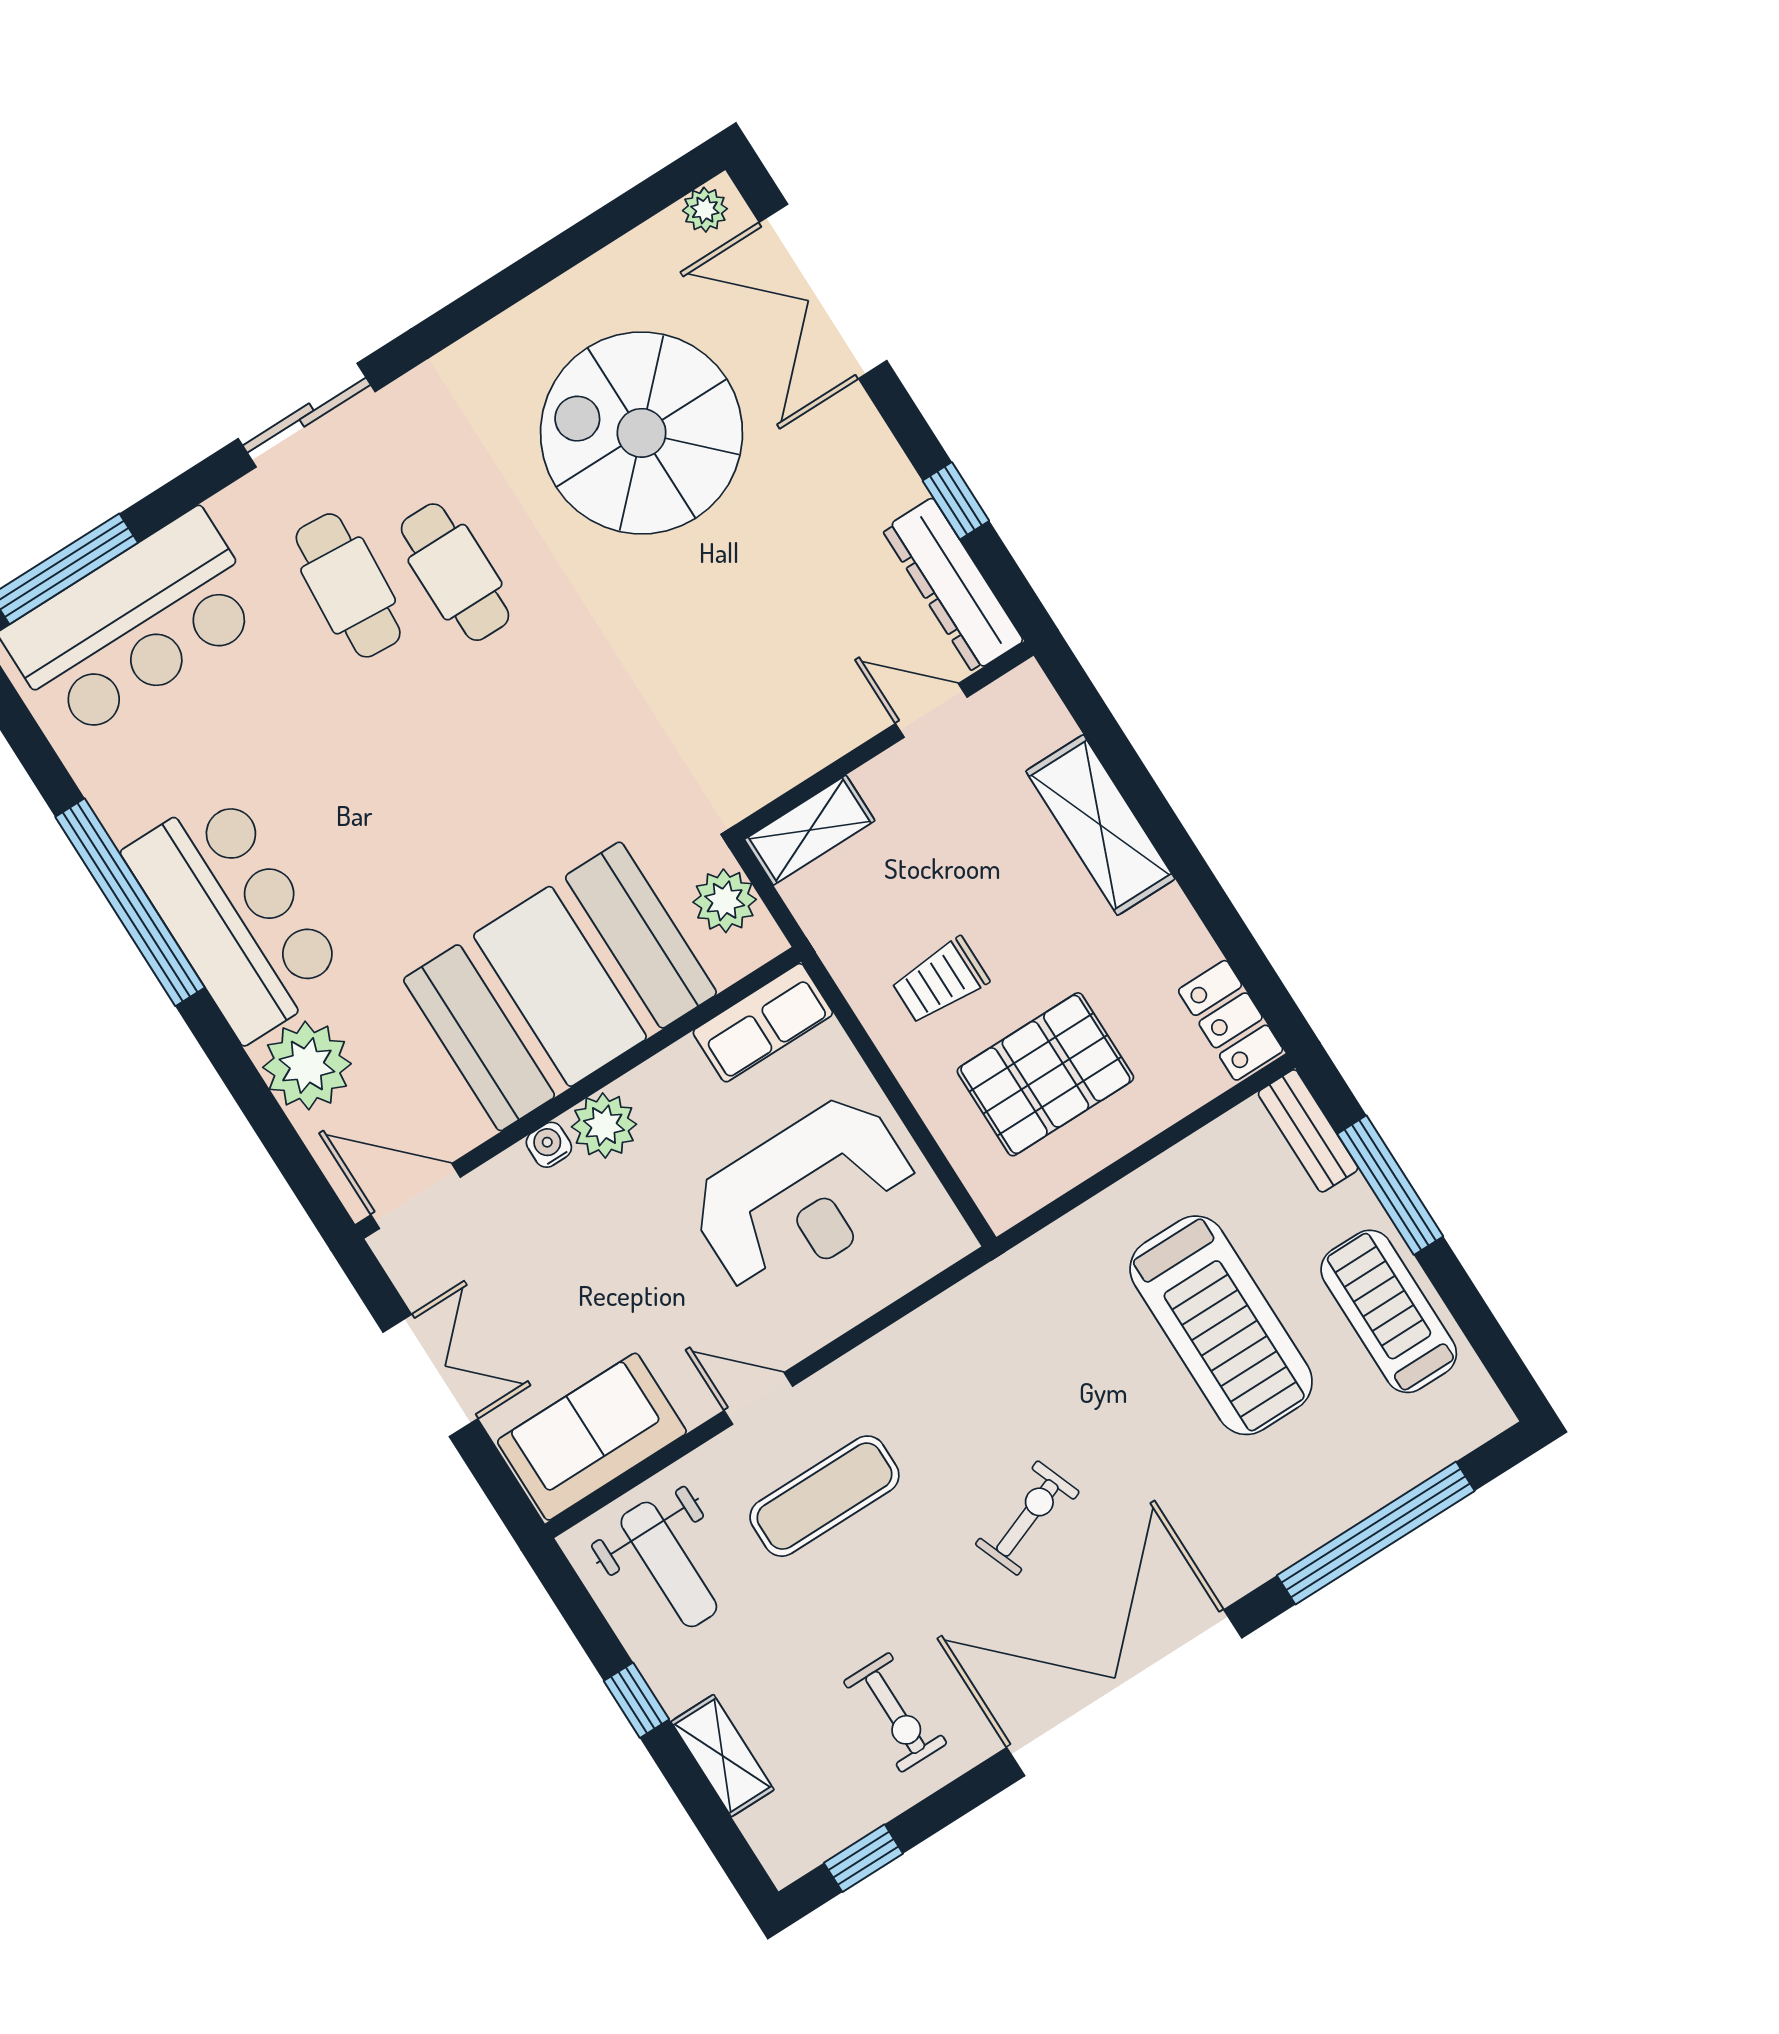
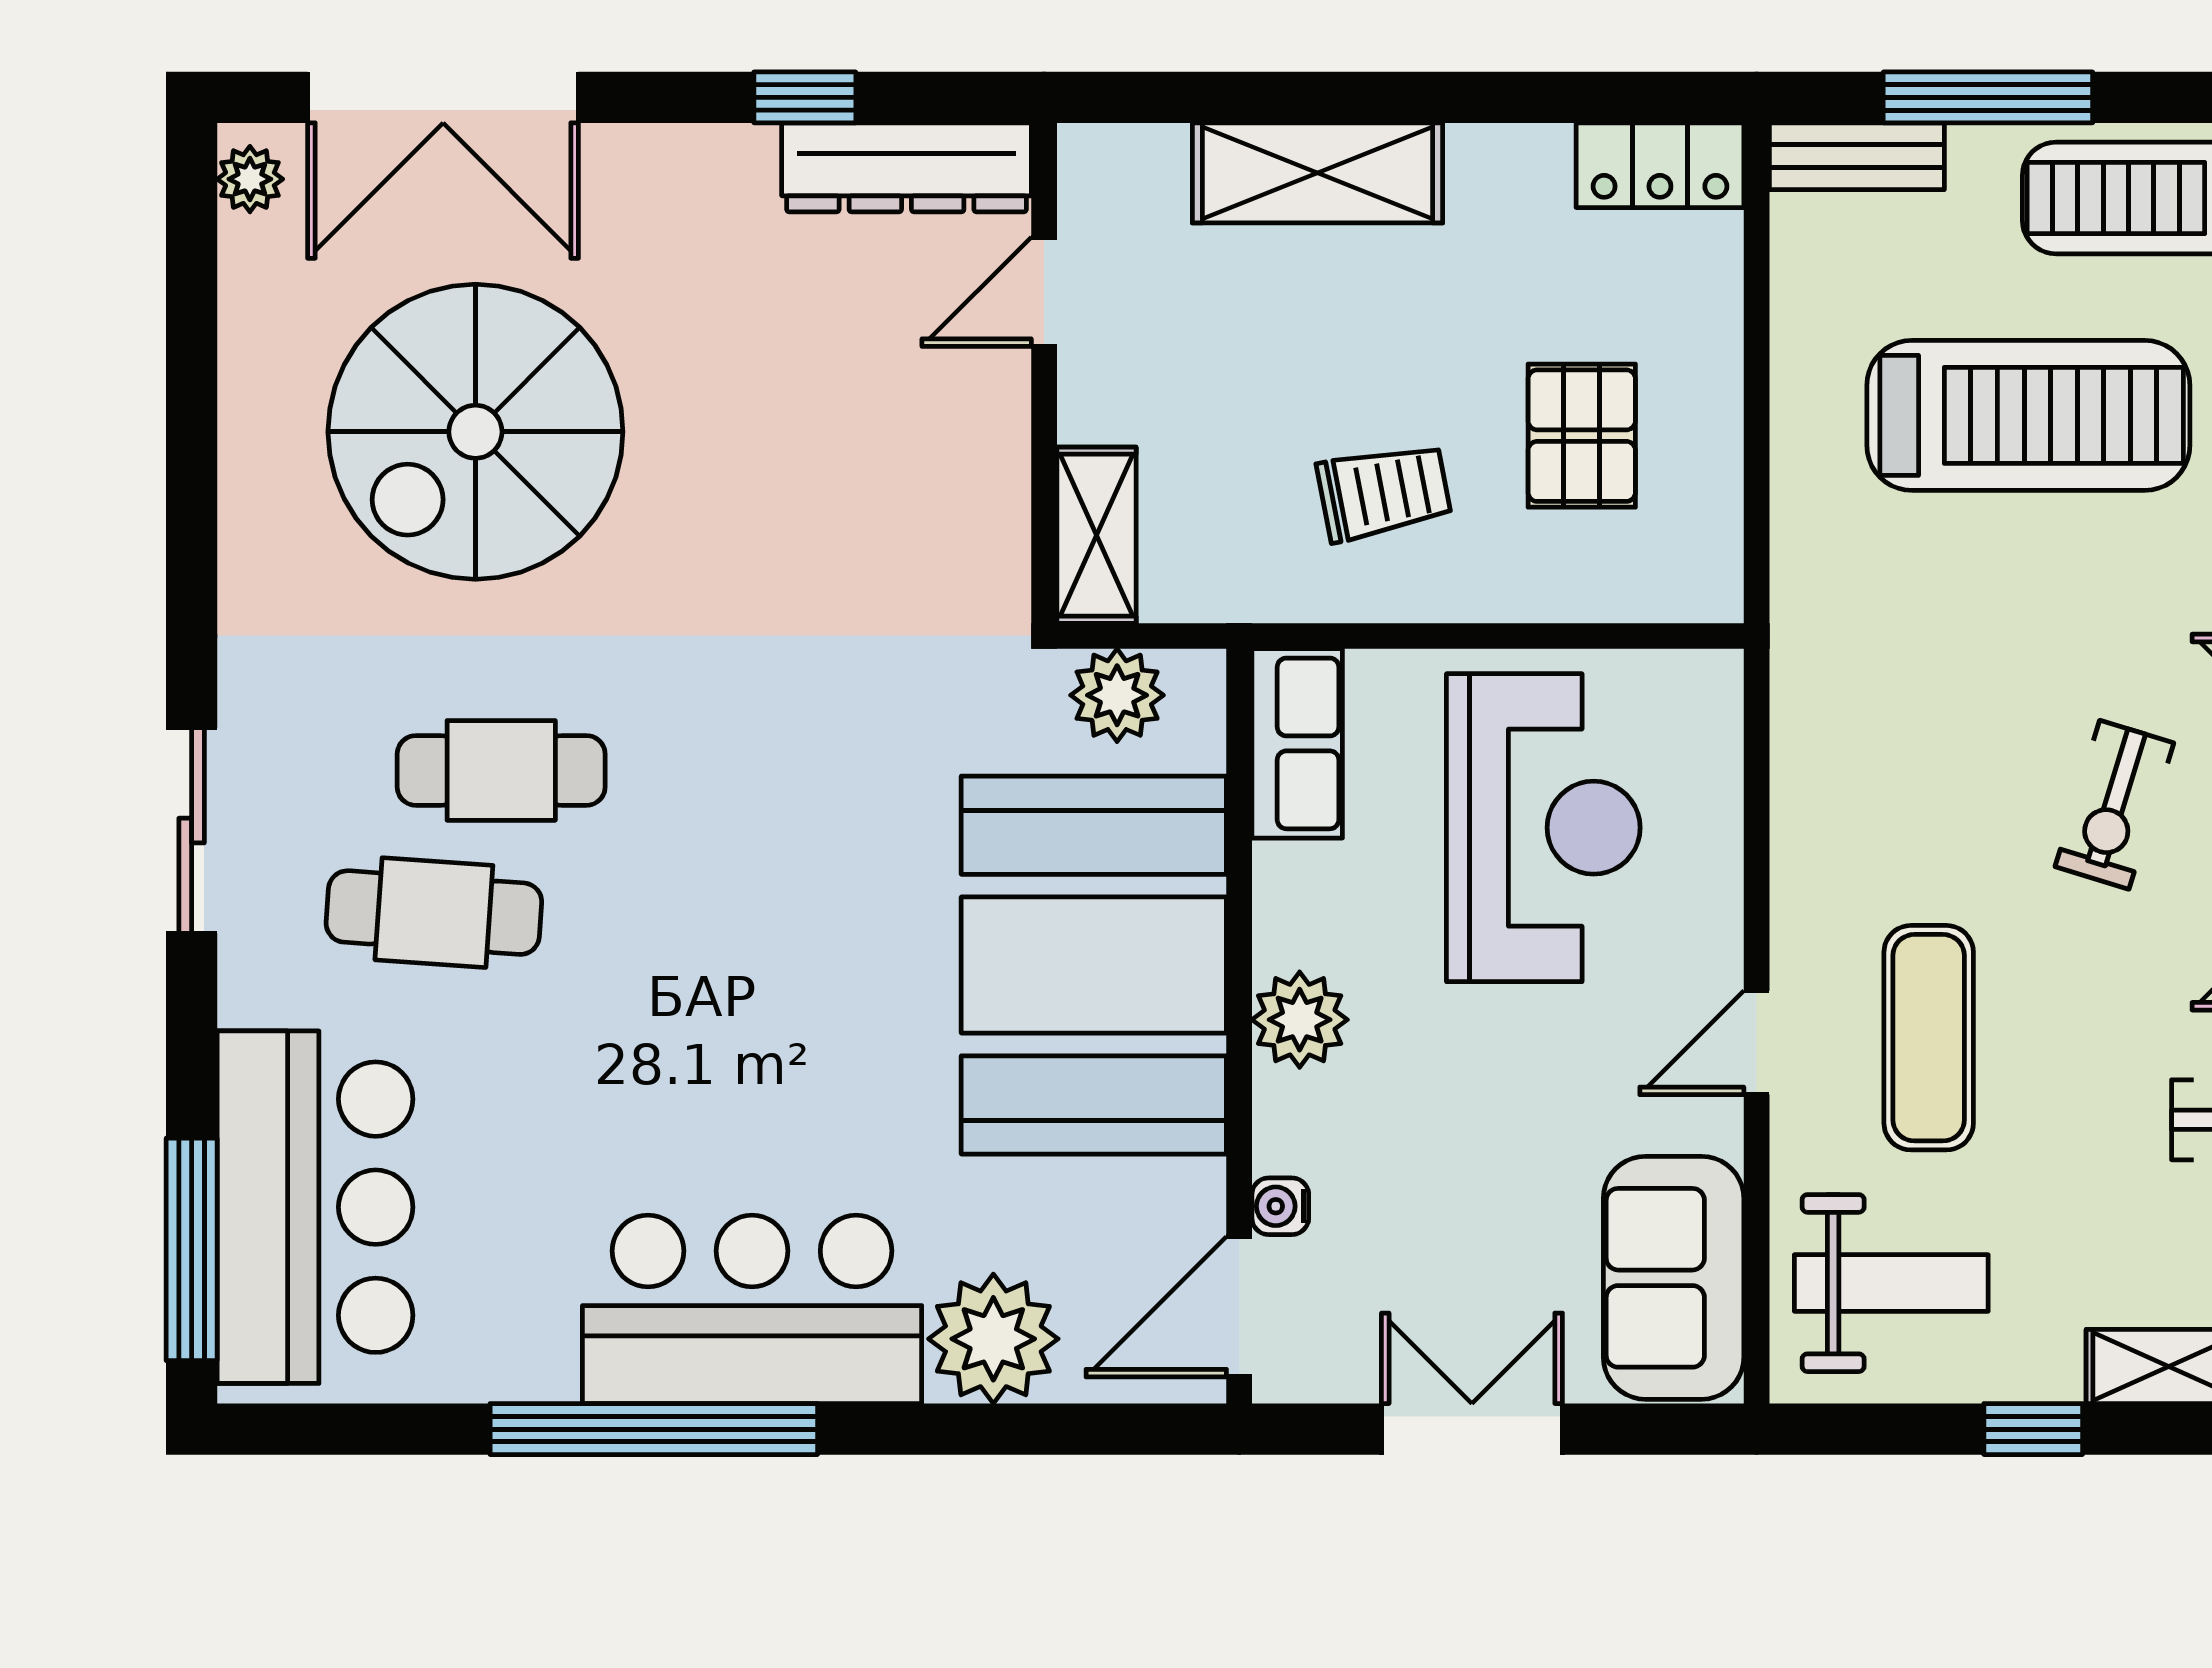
trolley: (940, 981) -> (1384, 492), turned -101
pallet: (1045, 1074) -> (1582, 436), width x0.67, depth x0.71
water cooler: (549, 1145) -> (1280, 1206), moved
exercise bike: (1027, 1518) -> (2114, 805), turned -142

